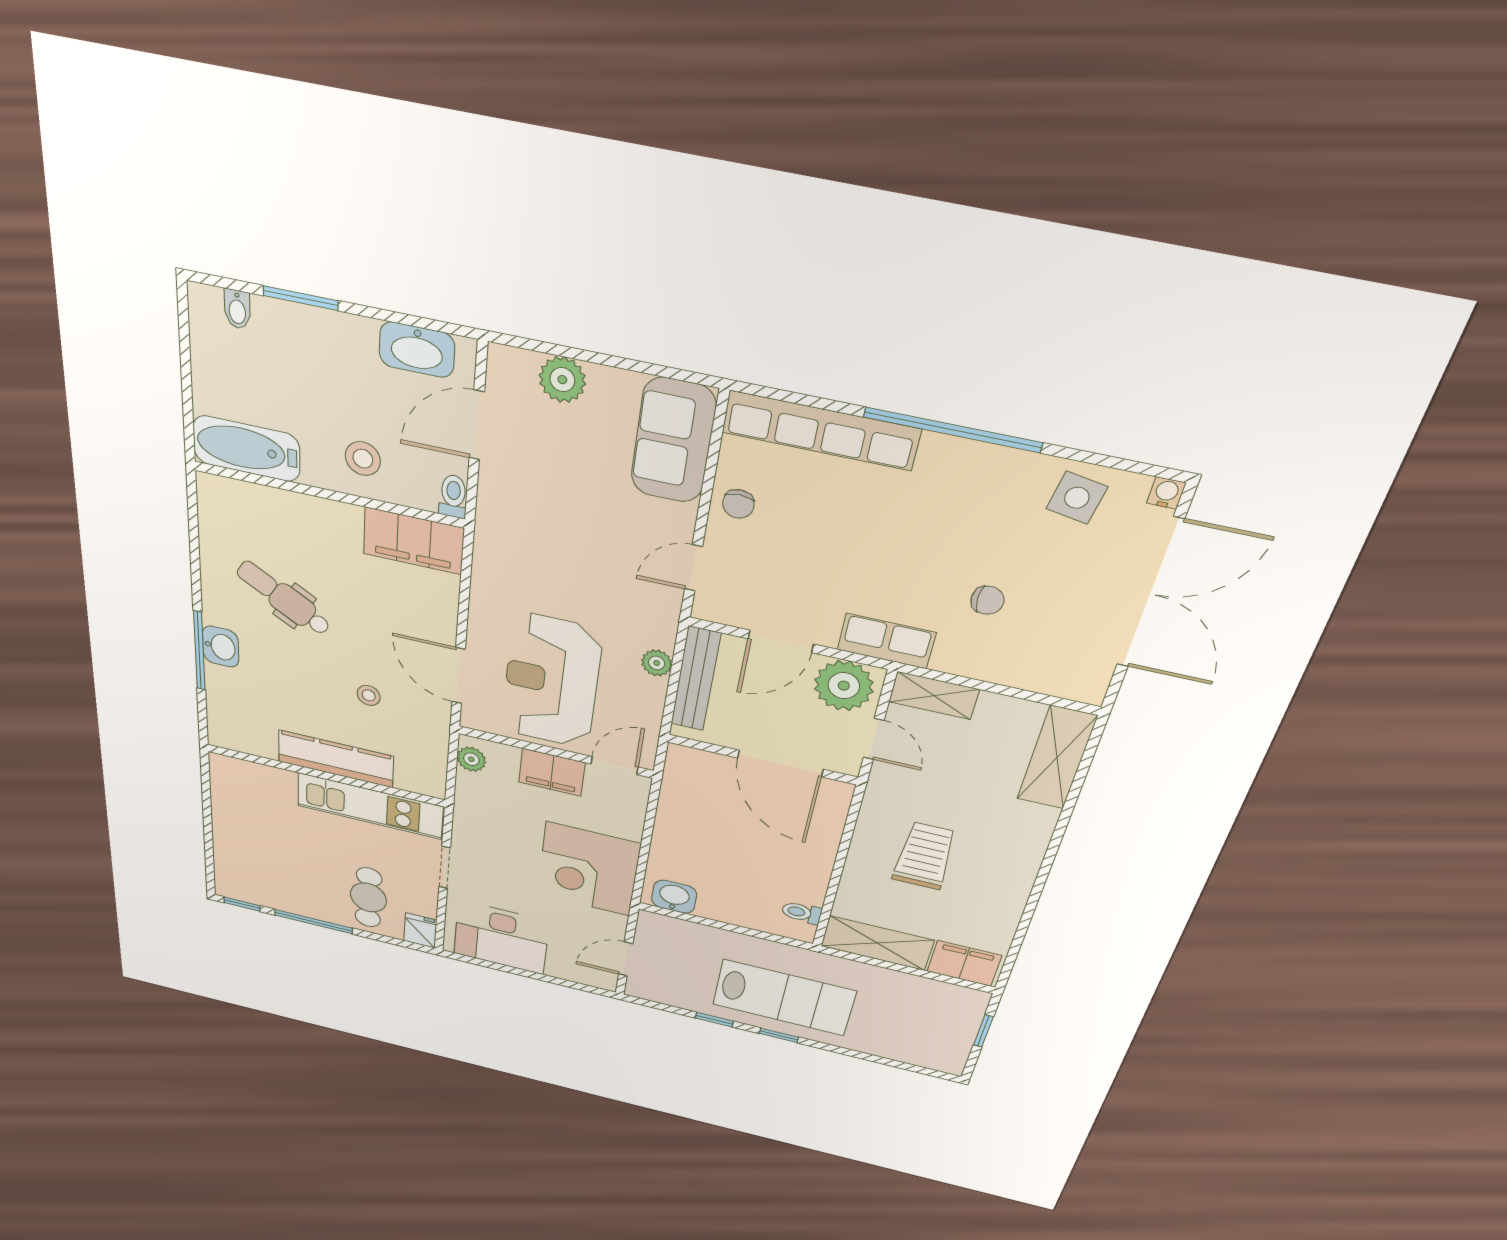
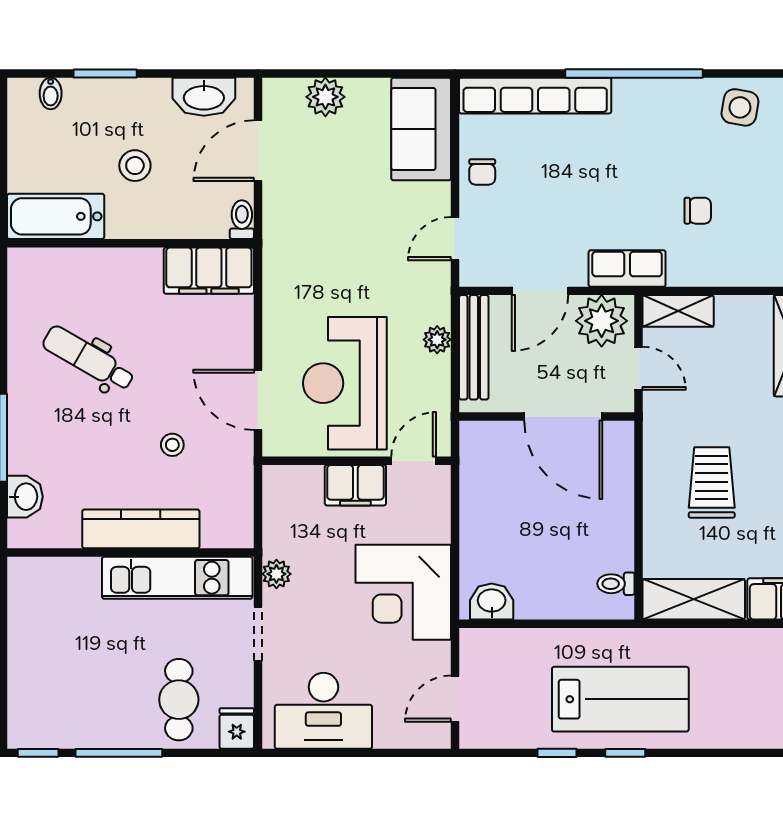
stool: (363, 459) -> (135, 166), moved
washbasin: (221, 647) -> (25, 497), moved
plant: (471, 759) -> (276, 574), moved

